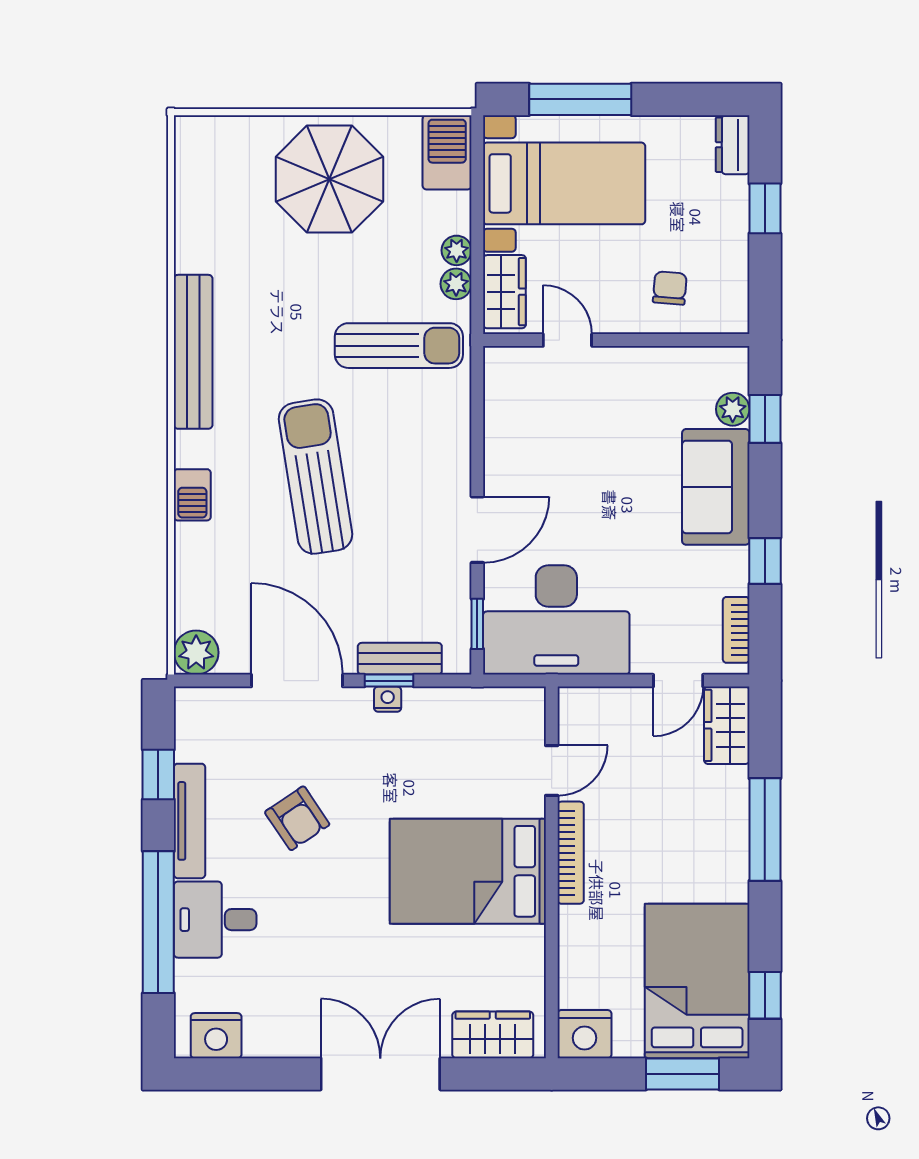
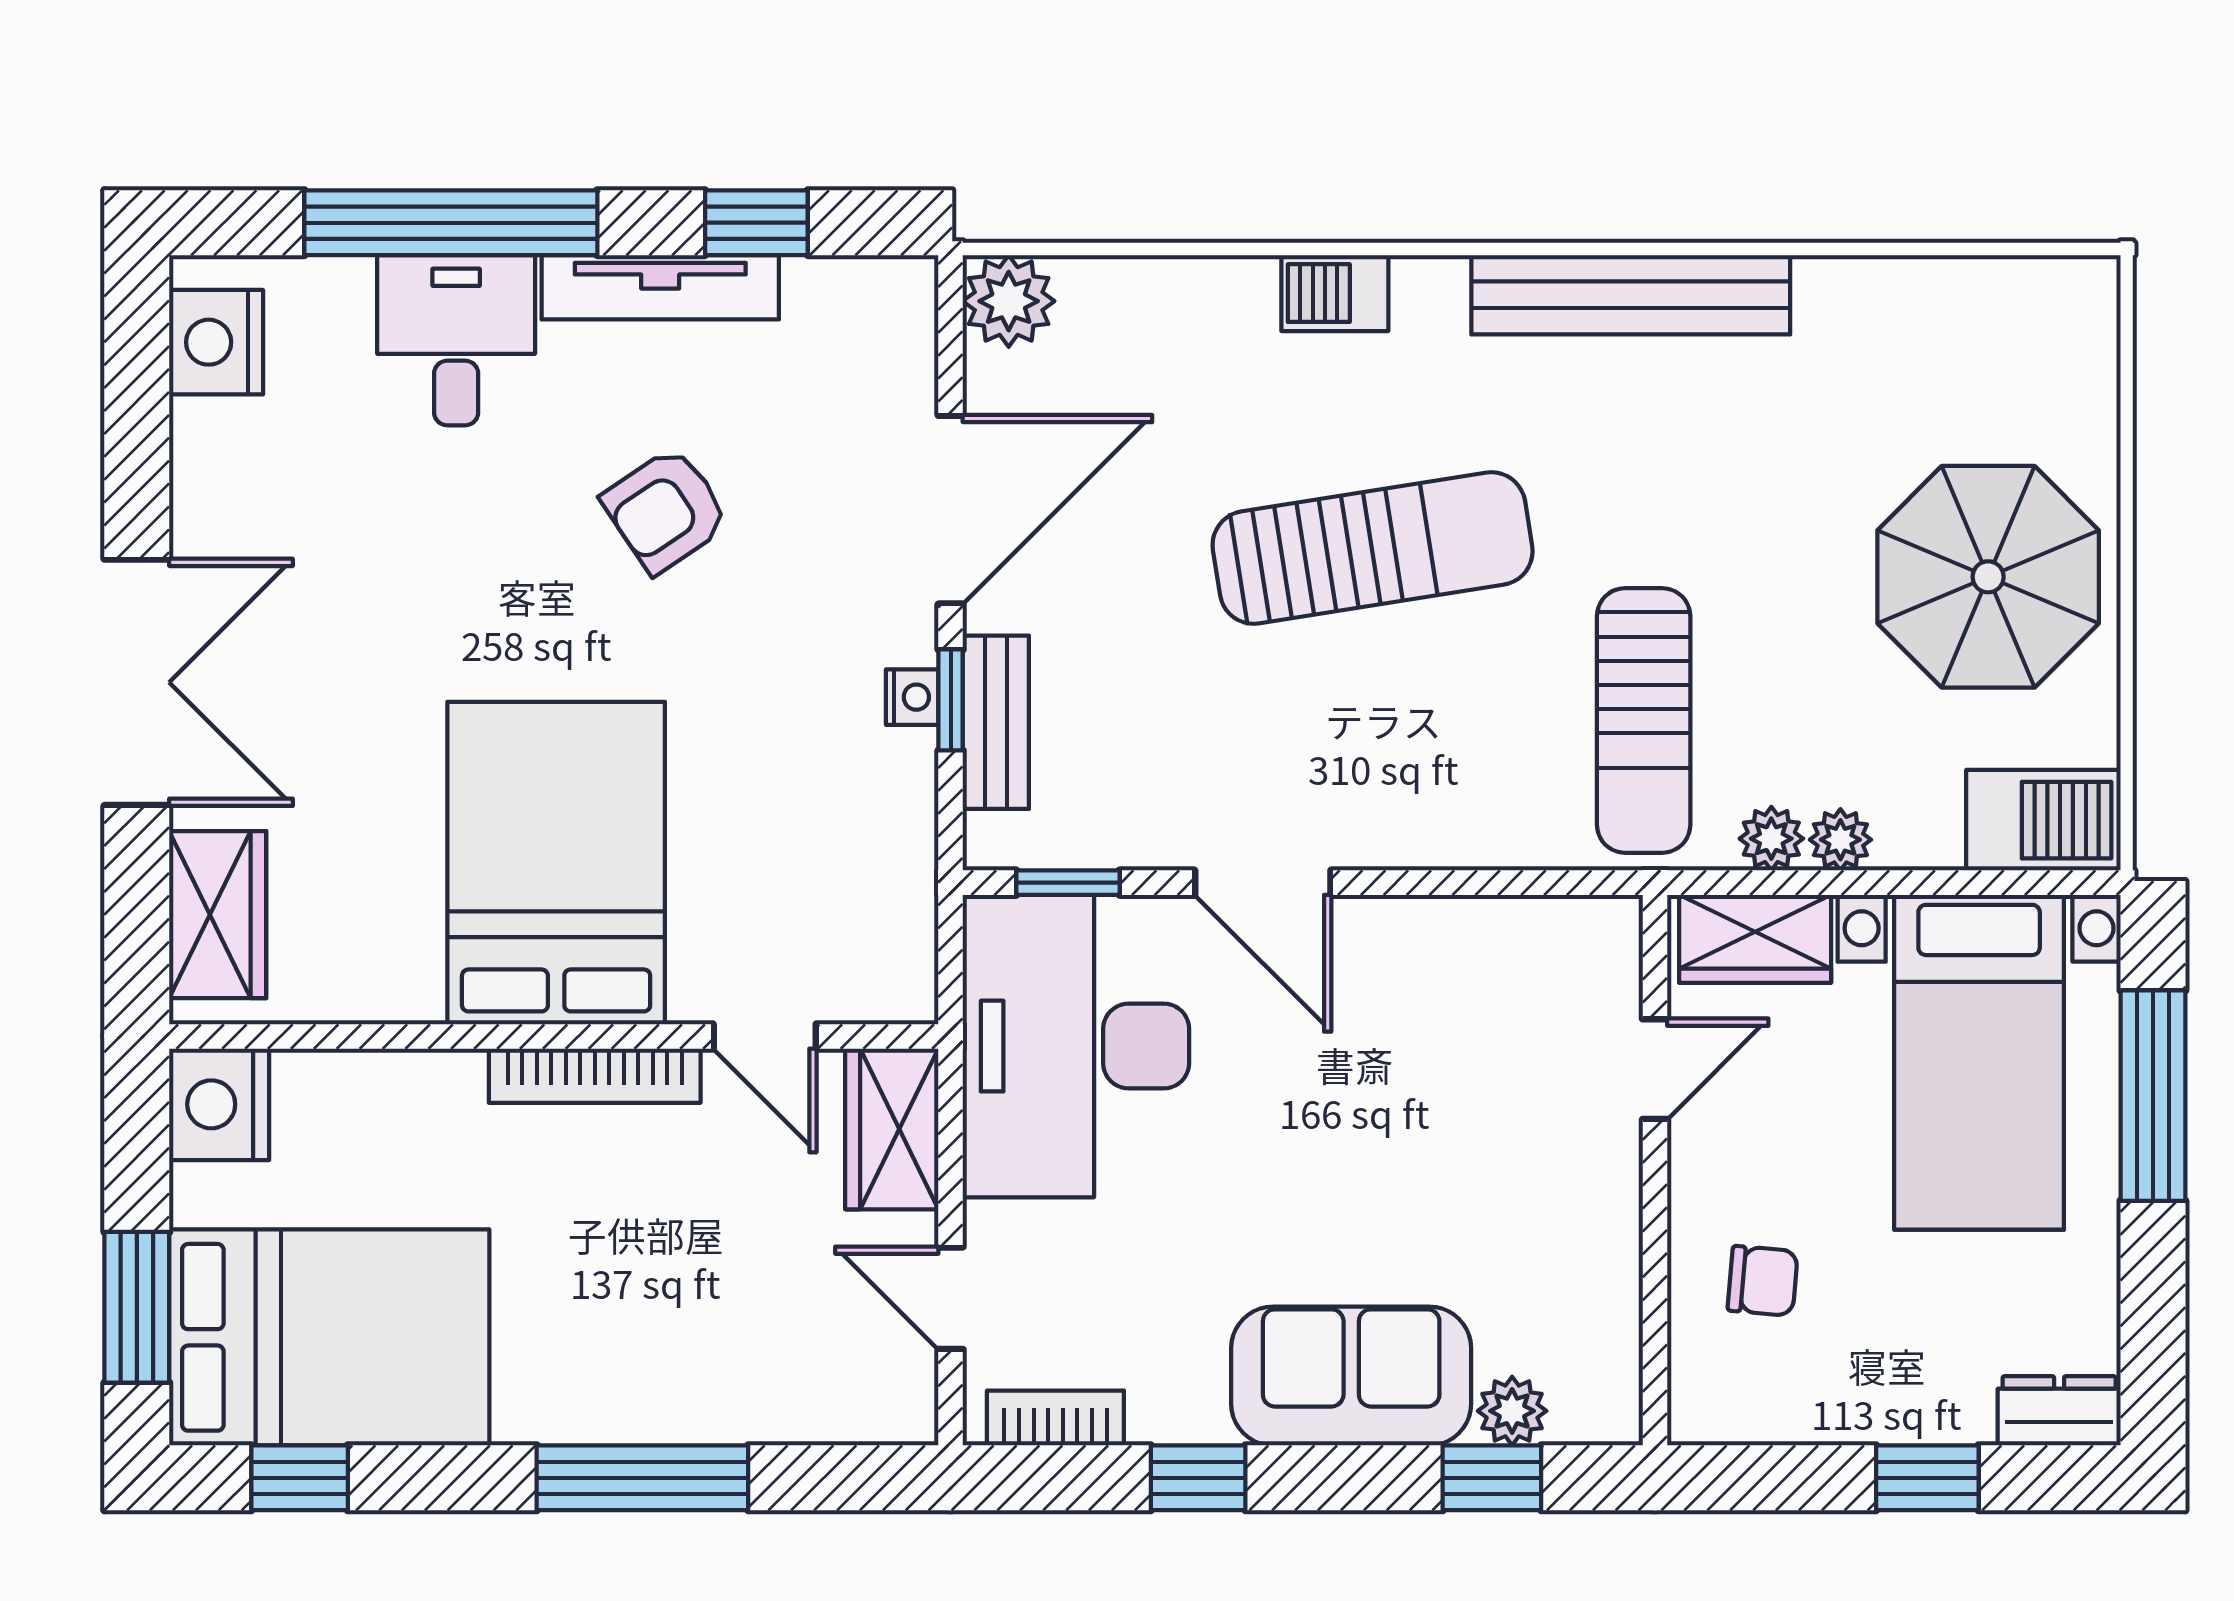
wardrobe: (727, 725) -> (892, 1129), moved, turned -90

